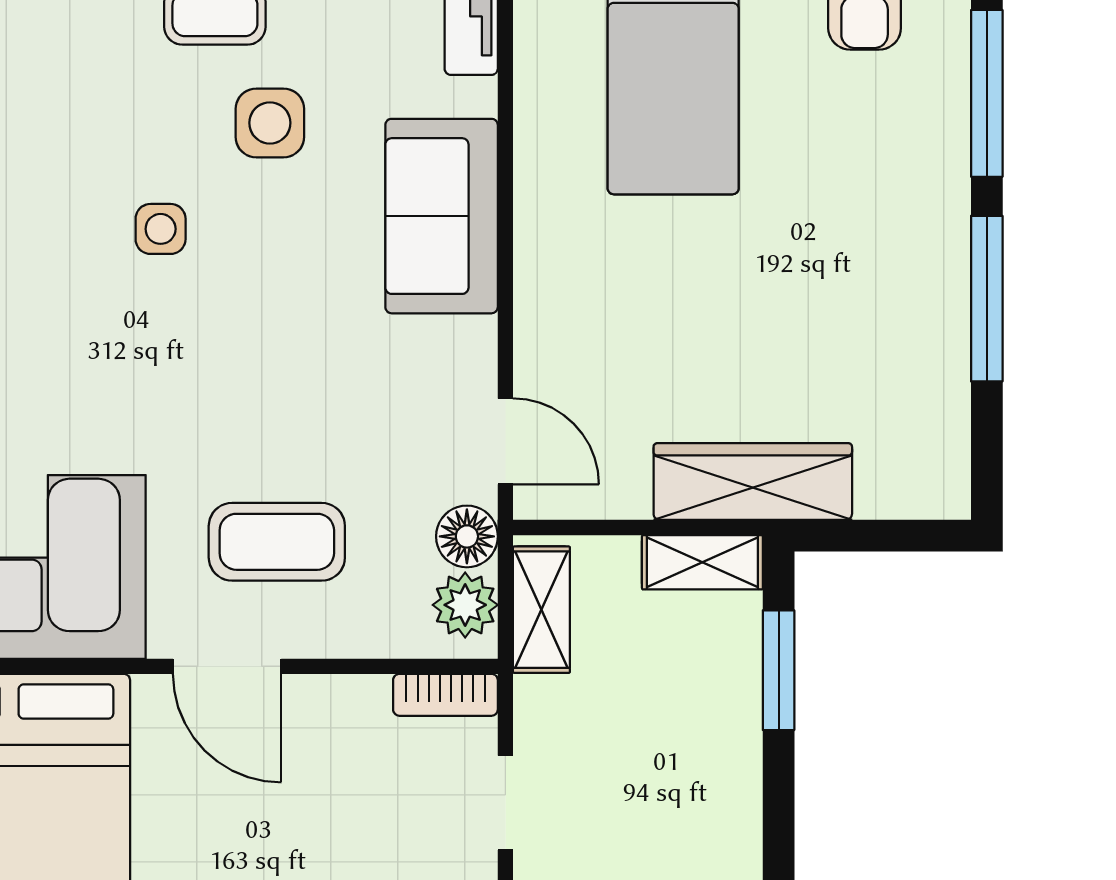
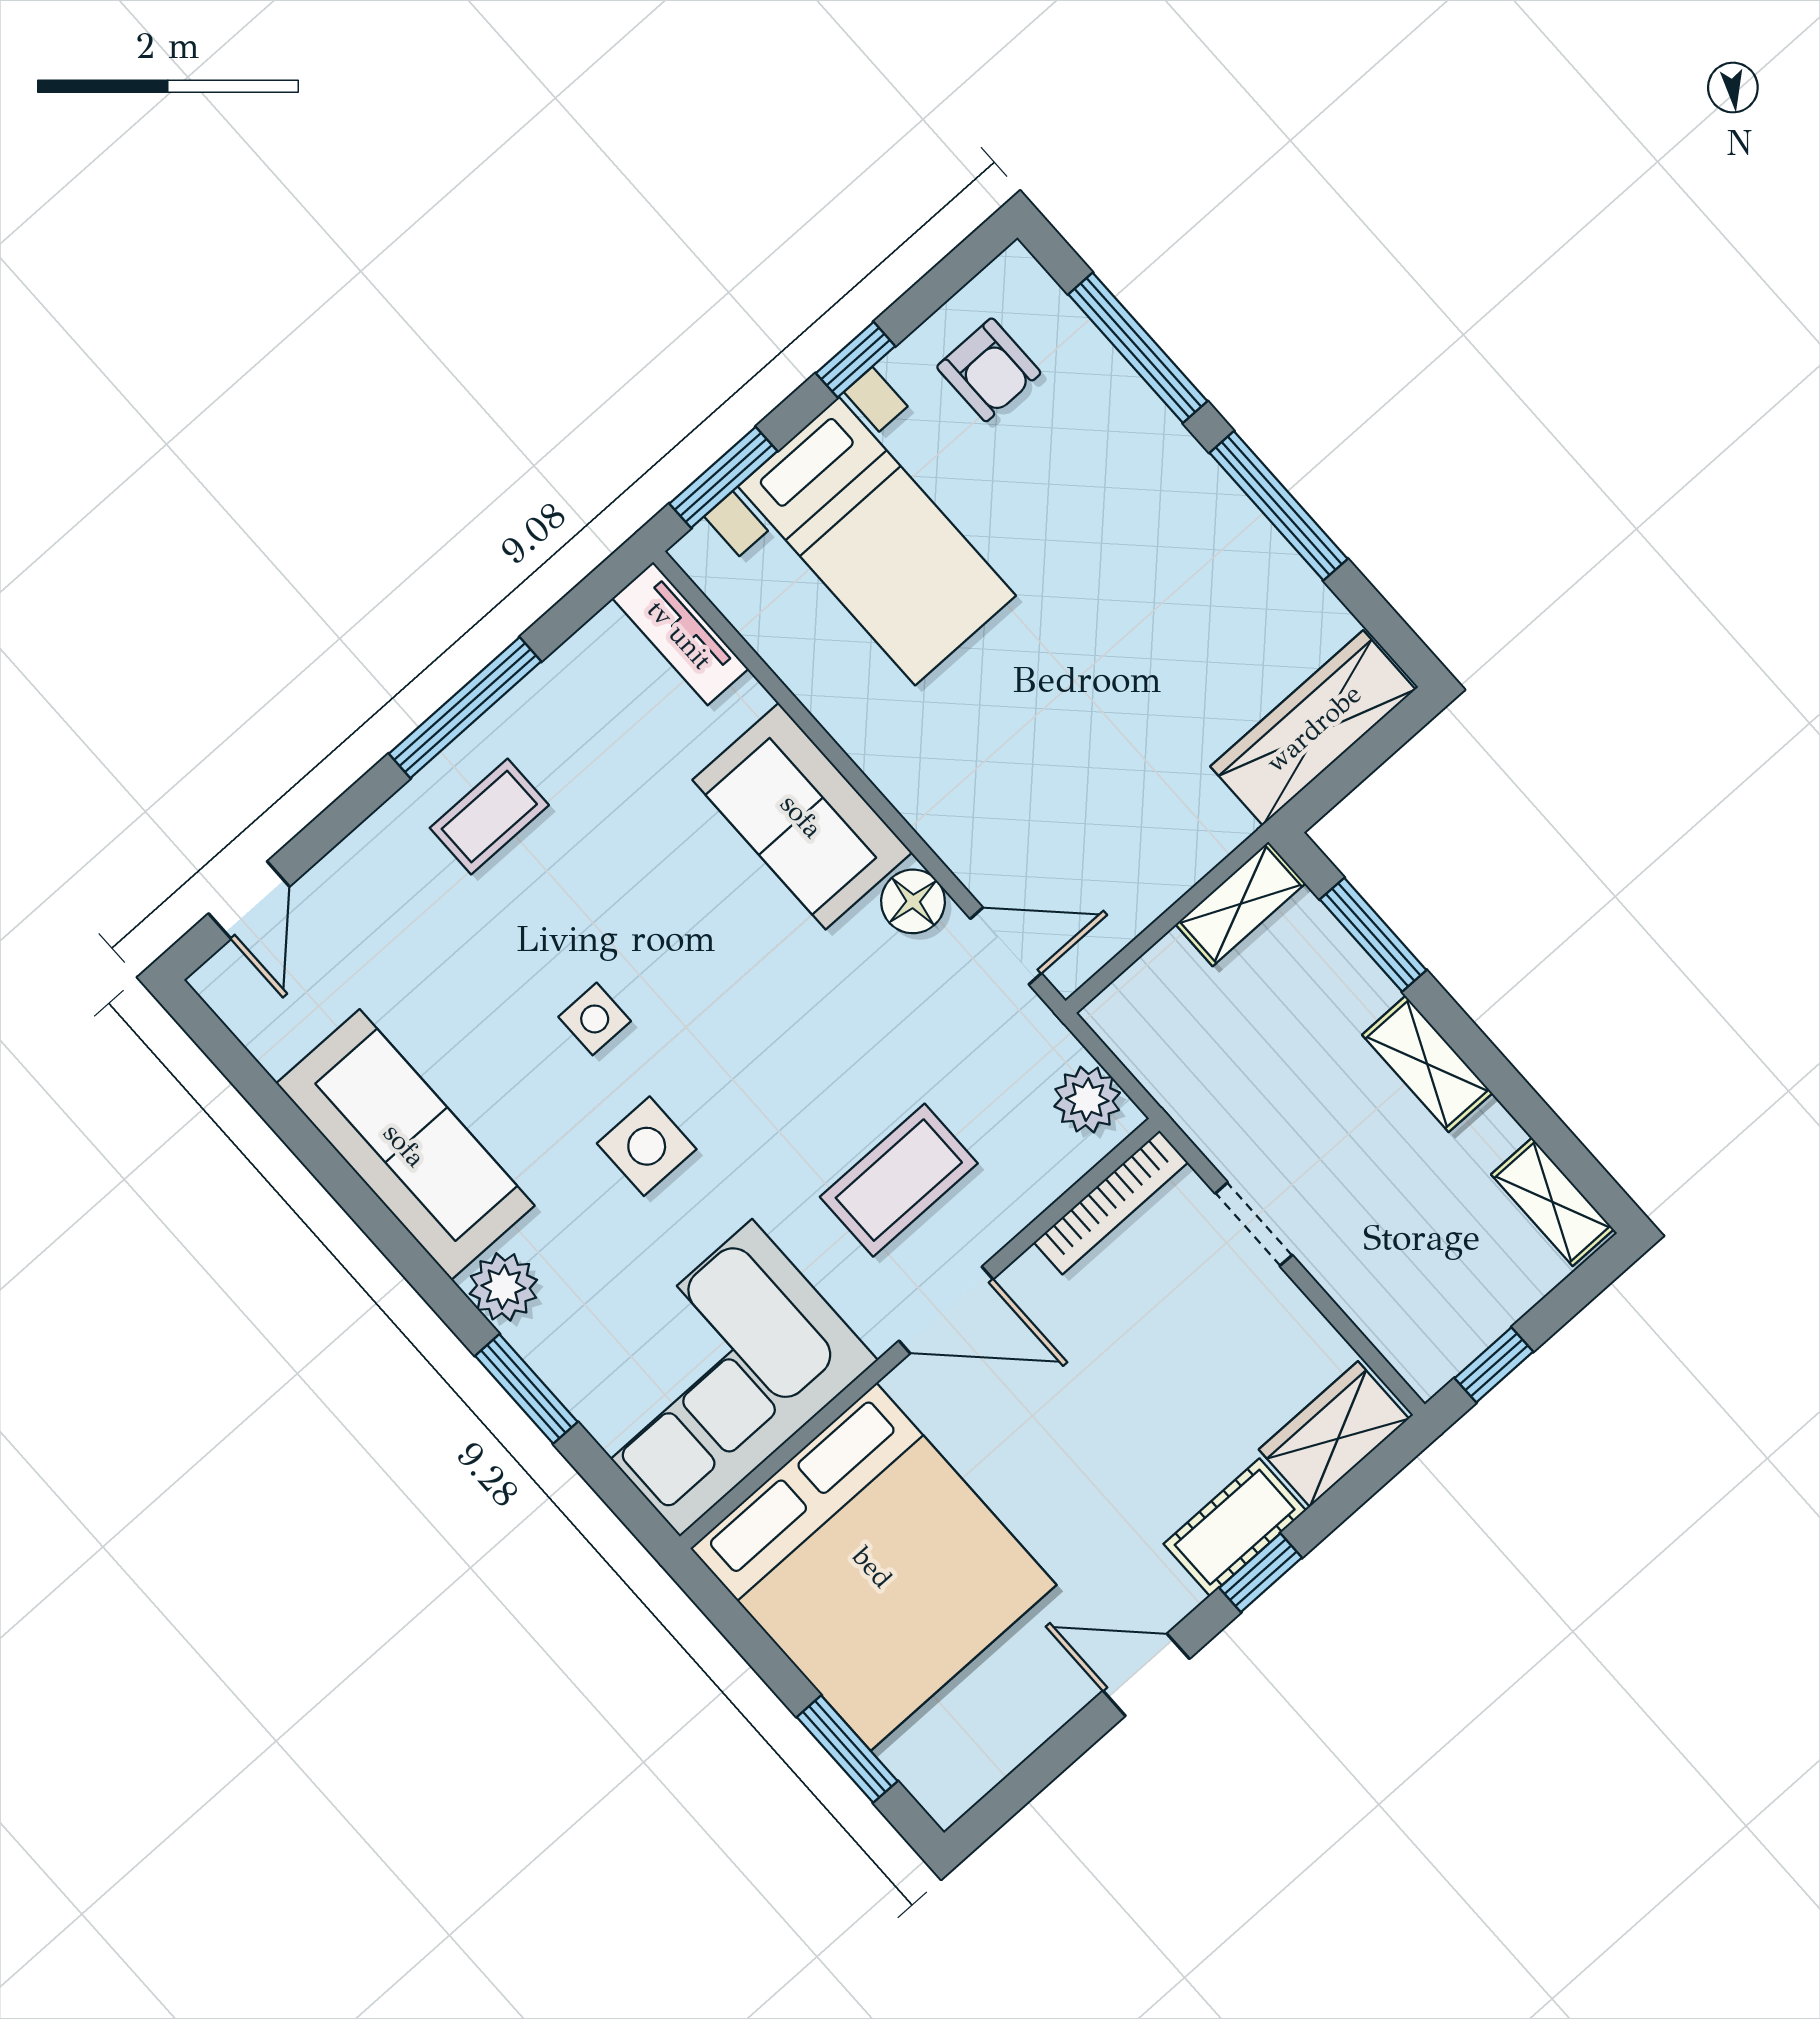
side table: (270, 123) -> (647, 1146), moved
wardrobe: (753, 482) -> (1313, 728), moved
floor lamp: (467, 536) -> (913, 901), moved
shelving: (541, 610) -> (1427, 1064), moved
bookcase: (445, 695) -> (1111, 1202), width x1.56

